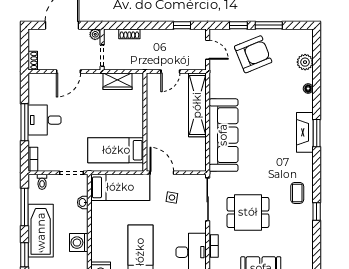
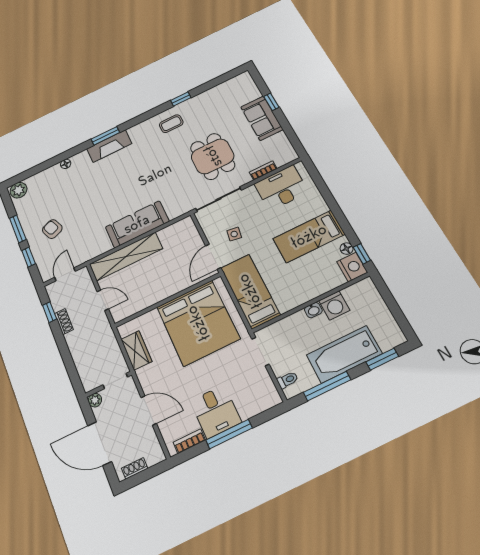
shoe rack: (129, 34) -> (64, 322), moved
armchair: (253, 54) -> (52, 229), width x0.53, depth x0.53
shoe rack: (33, 61) -> (135, 468), moved
plant: (305, 62) -> (19, 190), moved
sofa: (223, 135) -> (137, 224), width x0.74, depth x0.79
bed: (116, 150) -> (198, 323), width x2.04
bookcase: (33, 159) -> (189, 441), moved
washbasin: (83, 202) -> (313, 310), moved

